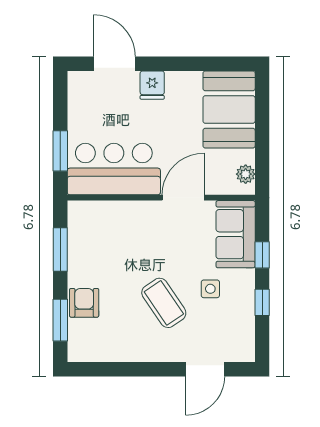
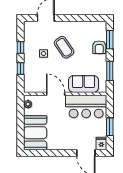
fridge: (152, 85) -> (101, 144), moved
window: (60, 151) -> (110, 127), moved
door: (183, 198) -> (56, 94), swing flipped
sofa: (236, 234) -> (83, 84), moved, turned -90

